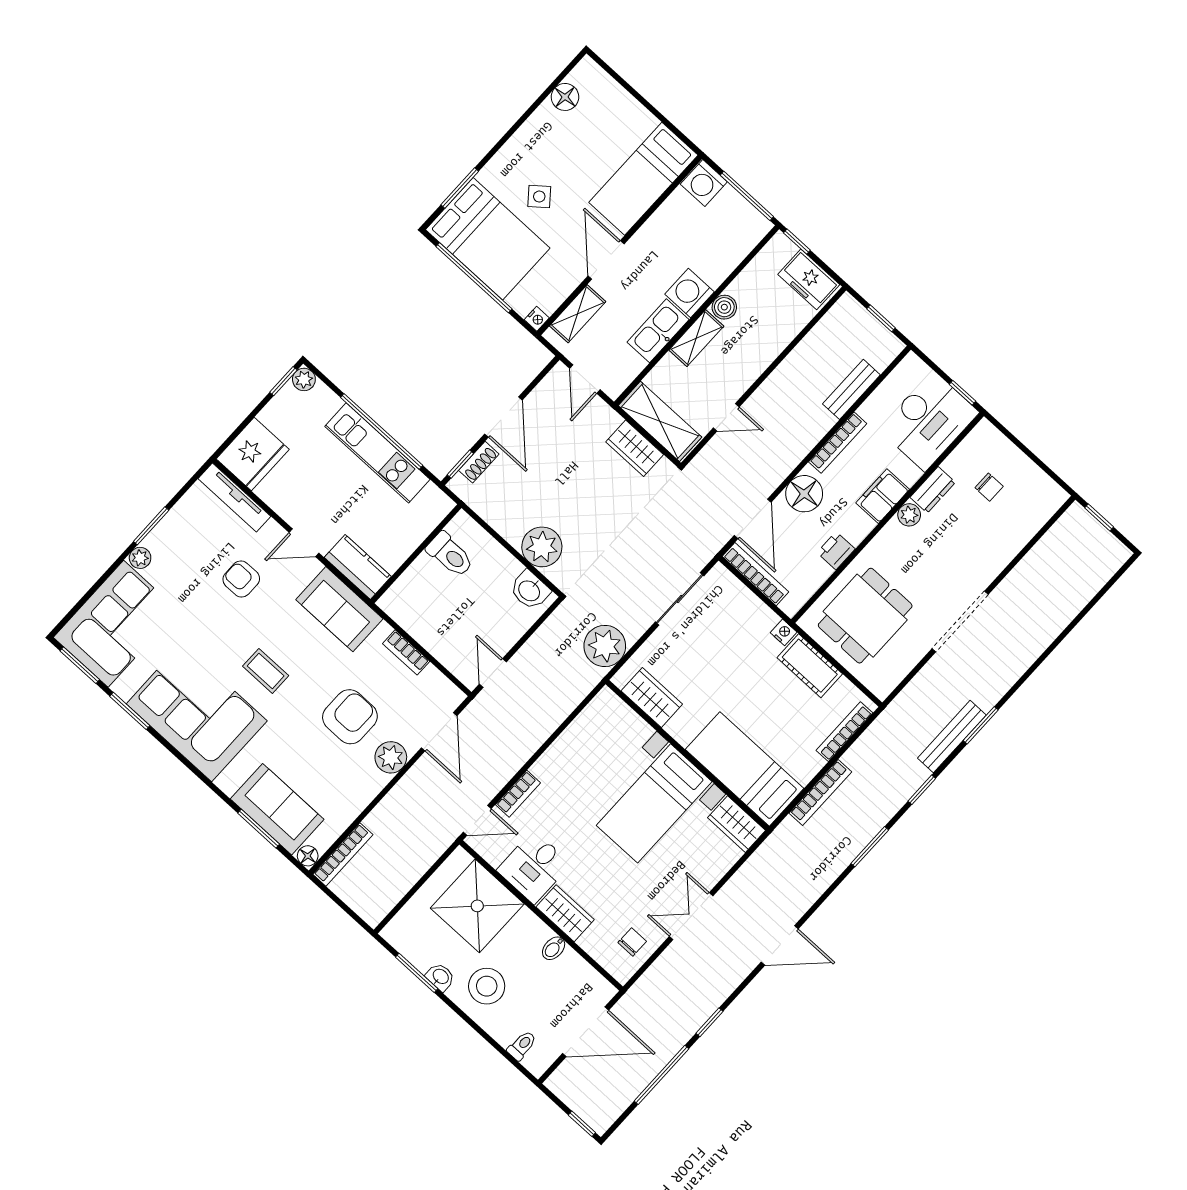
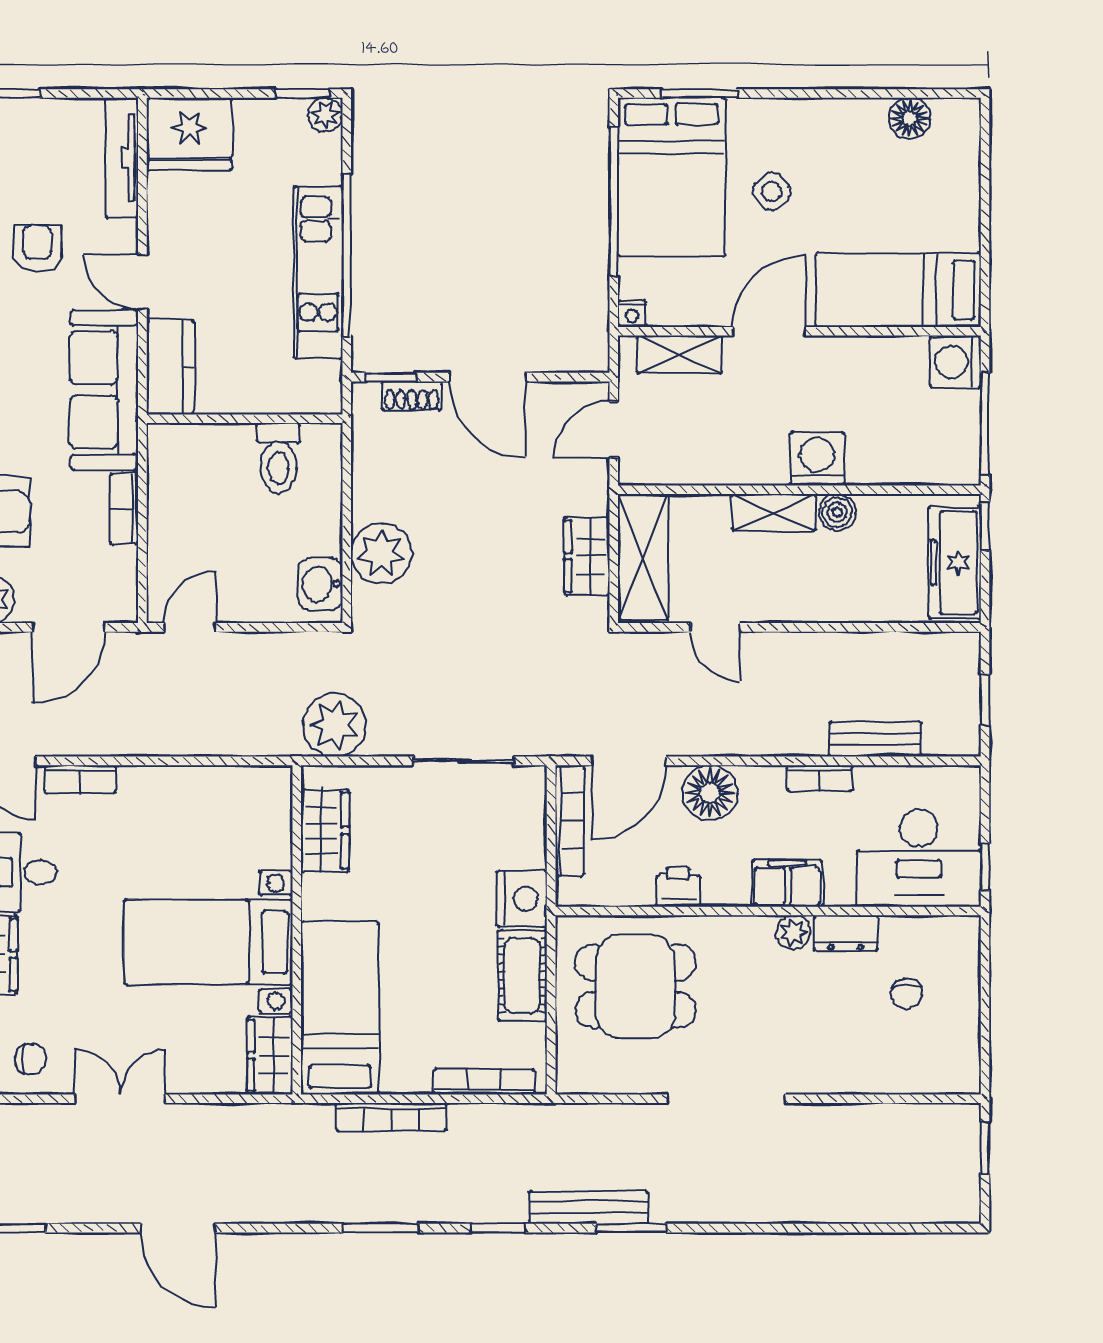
freezer: (809, 279) -> (955, 563), width x1.40
kitchen sink: (658, 331) -> (743, 462), removed
door: (503, 417) -> (488, 377), hinge flipped
bookcase: (838, 443) -> (820, 778), width x0.64
sofa: (339, 609) -> (104, 390), width x1.36
nightstand: (784, 632) -> (522, 899), width x1.89, depth x1.79

